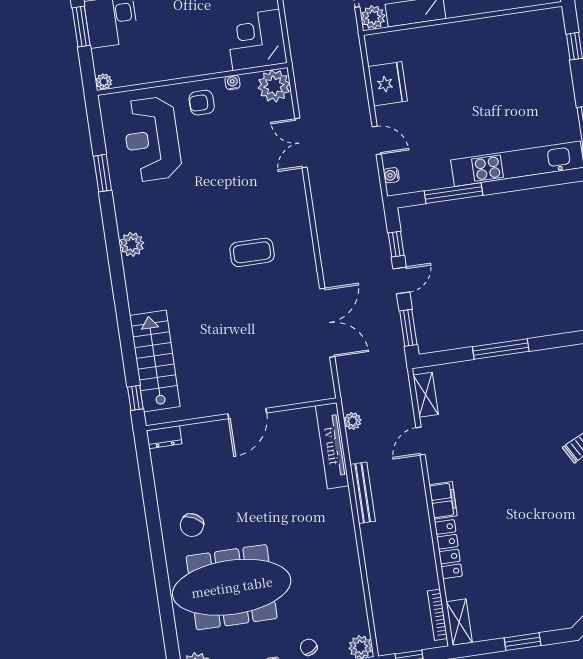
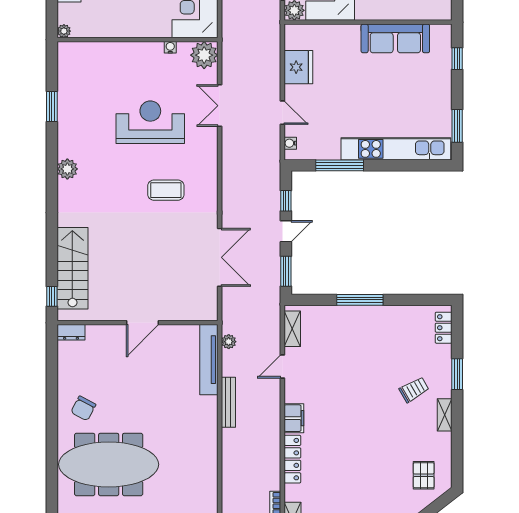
sofa: (498, 33) -> (395, 38), added
armchair: (202, 103) -> (142, 60), removed
reception desk: (152, 139) -> (150, 122), moved, turned 90

